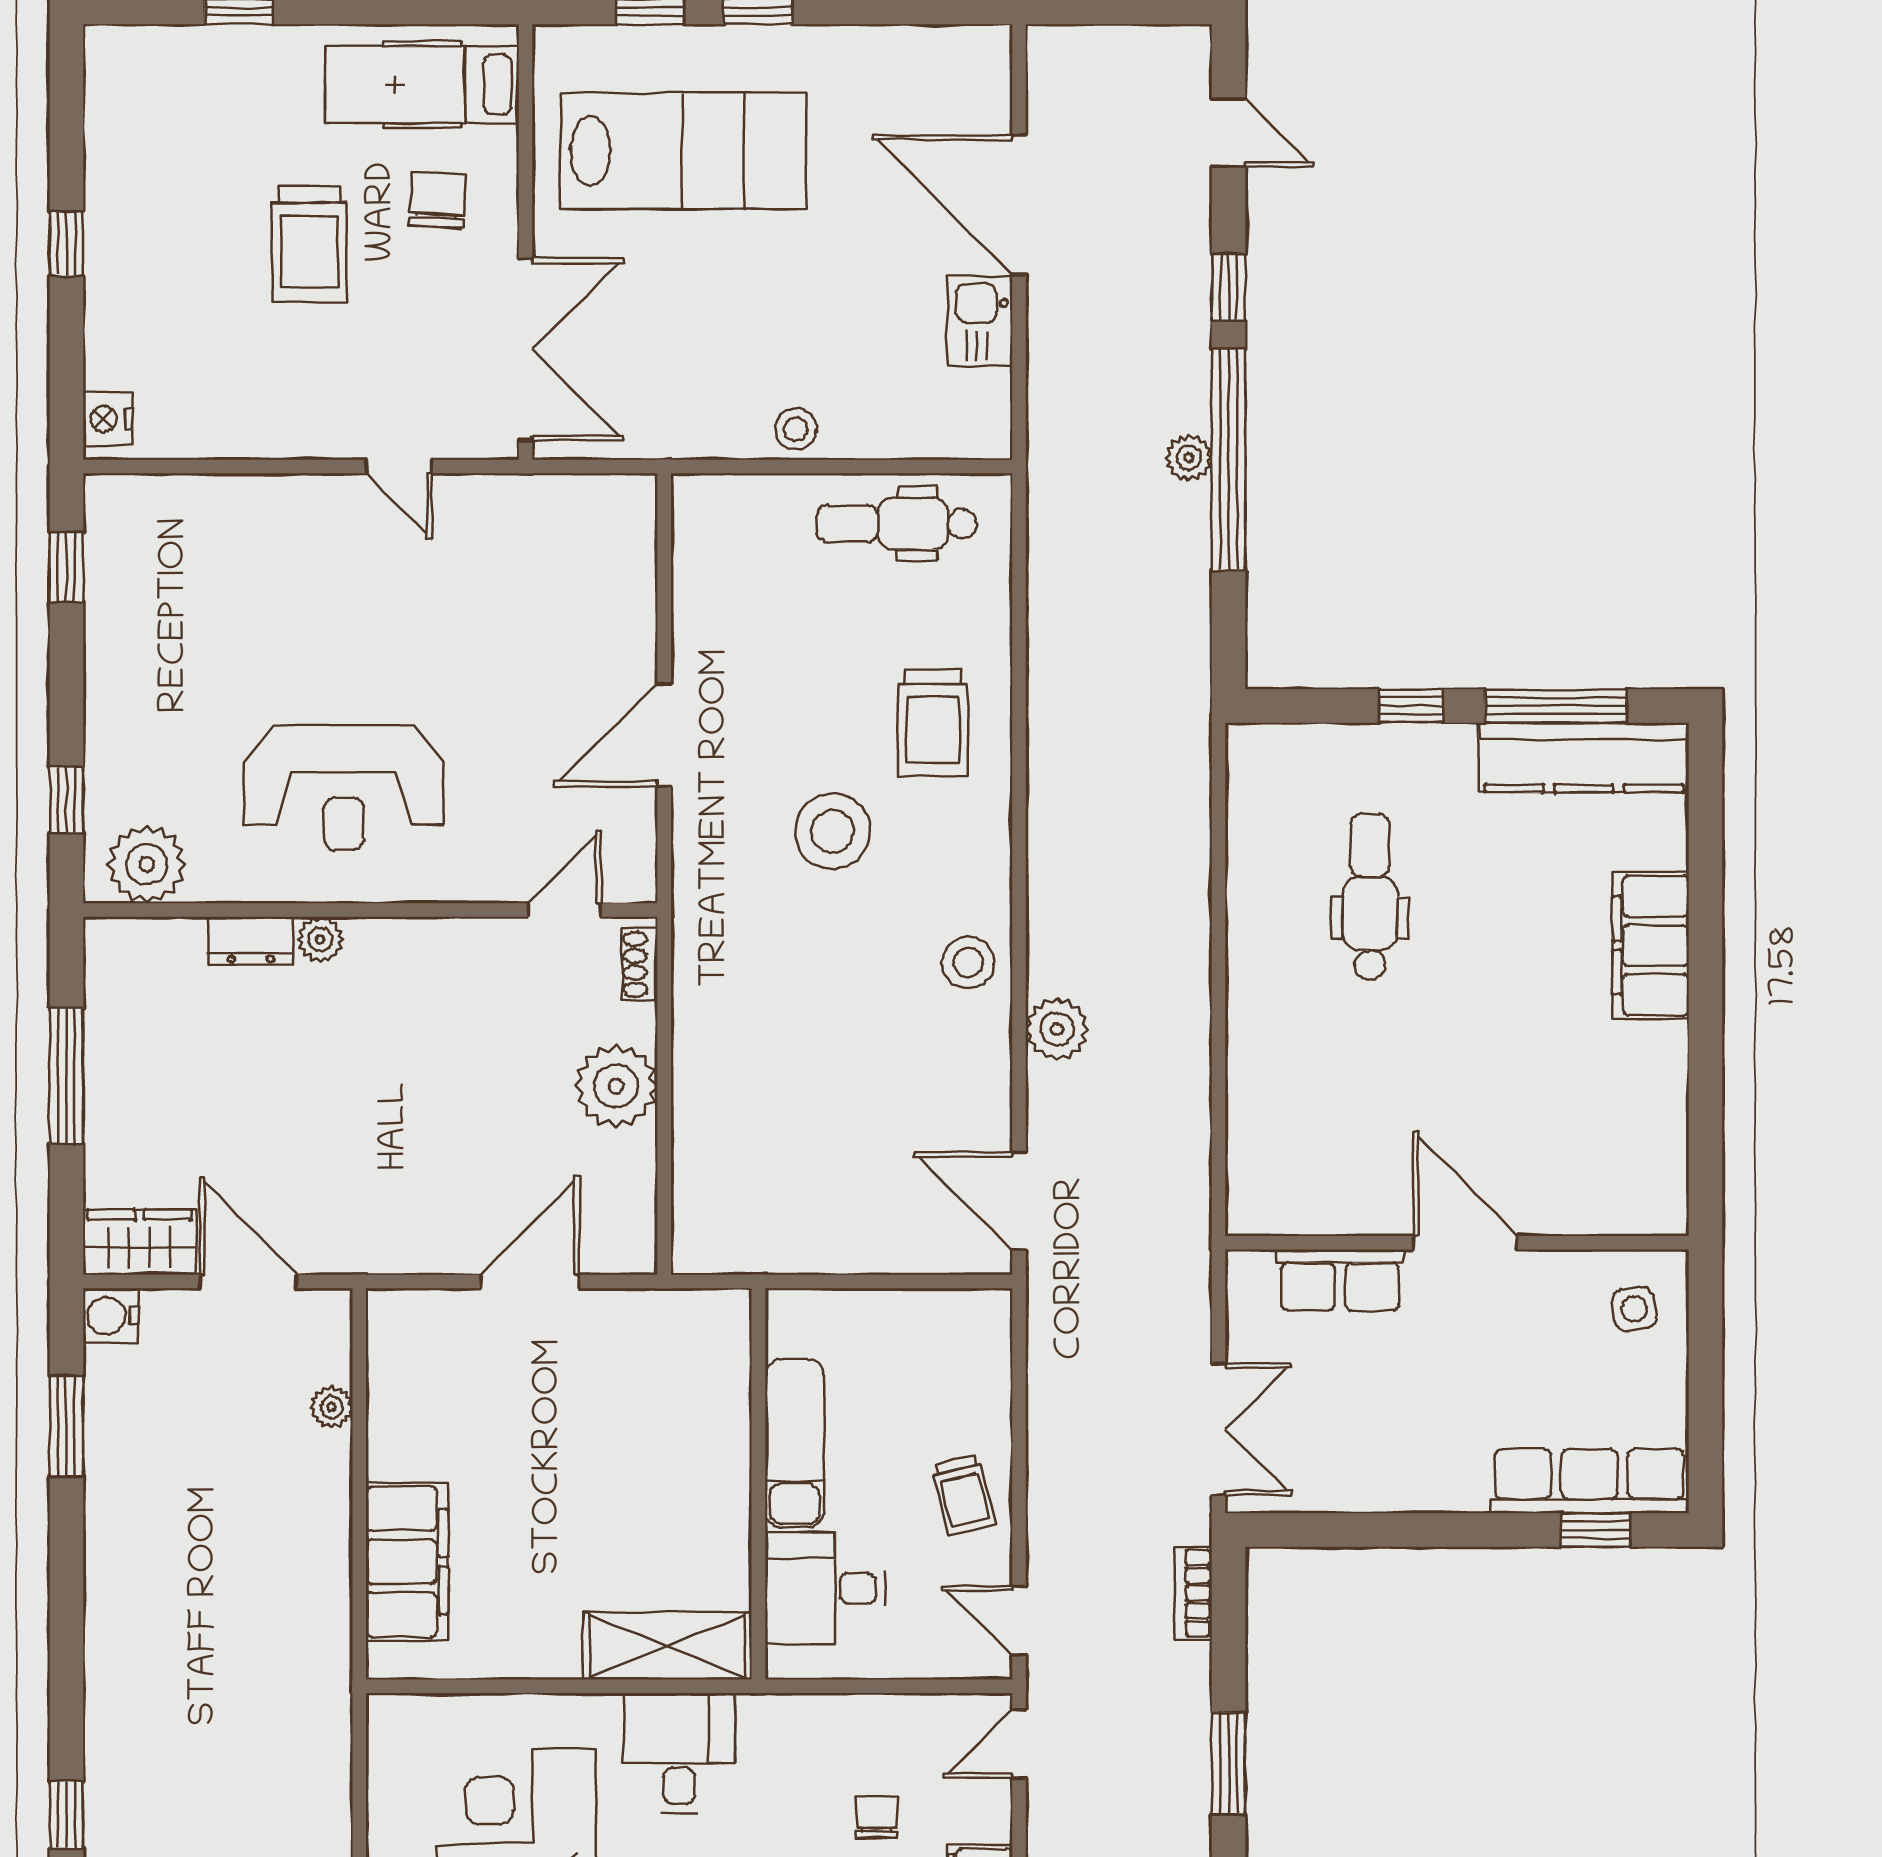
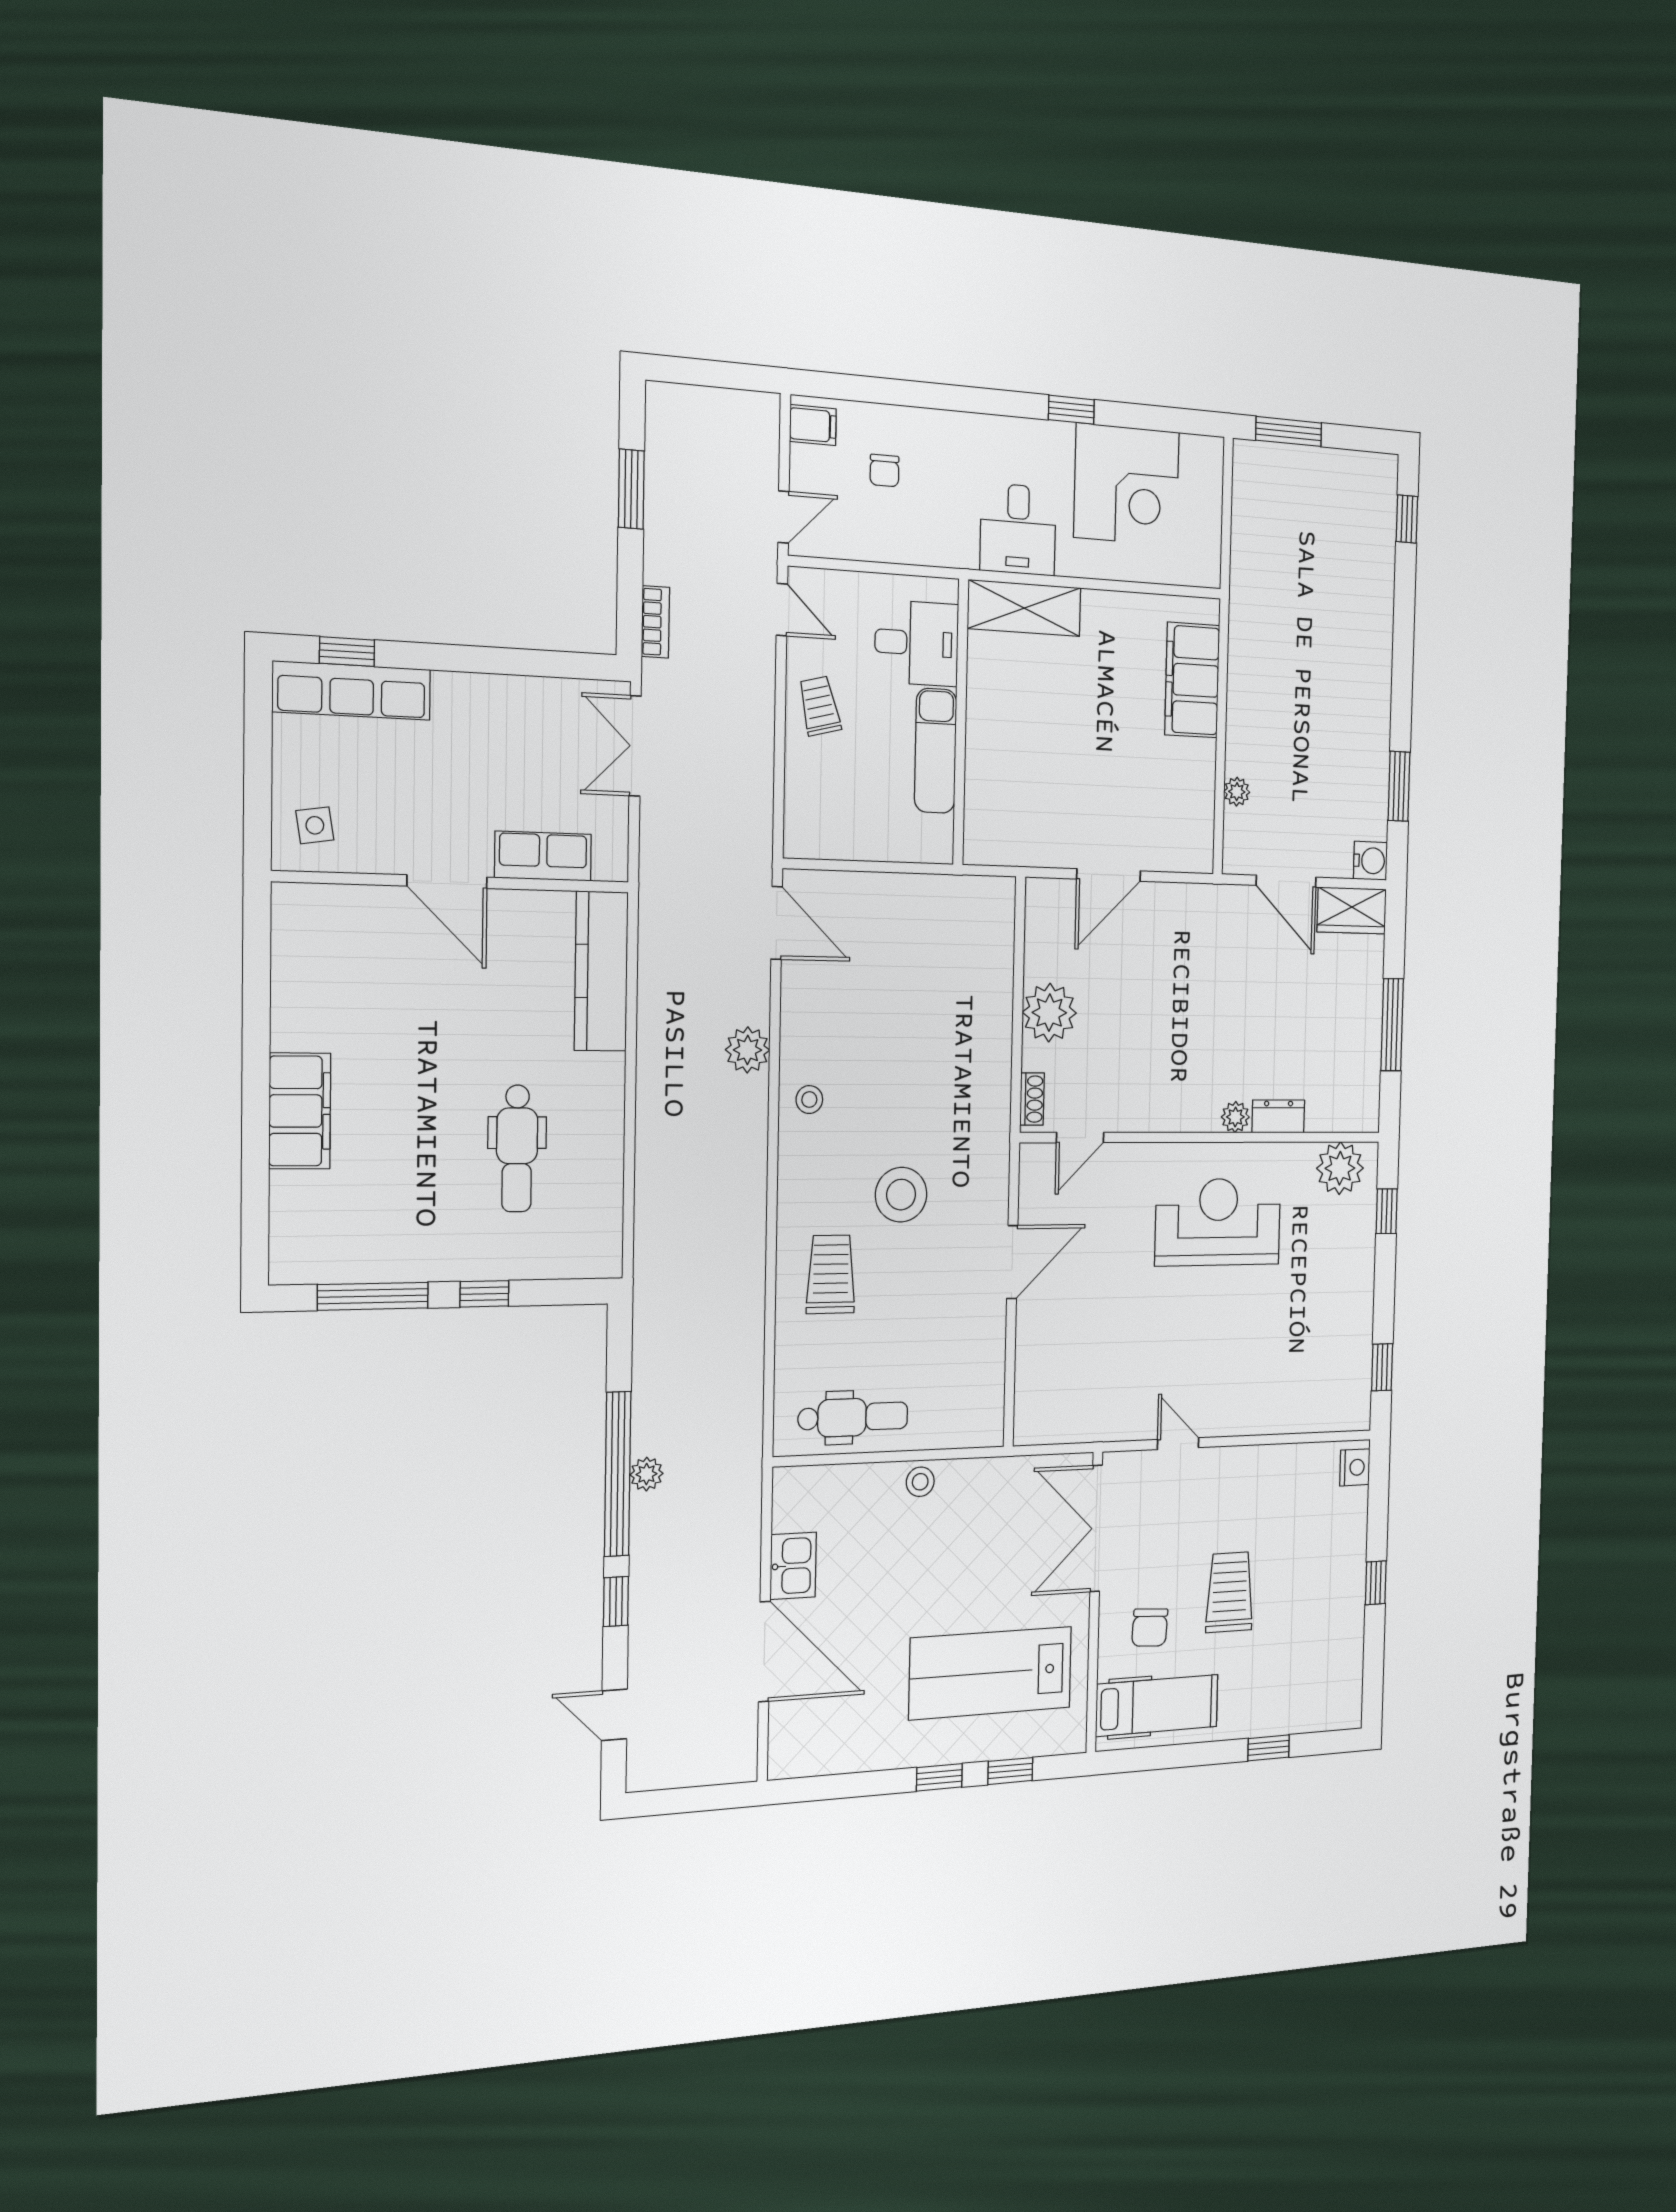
kitchen counter: (1584, 758) -> (601, 971), moved, turned -90
stool: (968, 962) -> (809, 1100), width x0.73, depth x0.73

